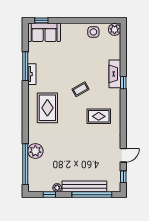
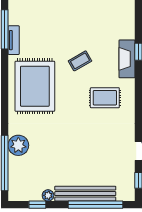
fireplace: (115, 74) -> (127, 59), moved
rug: (47, 108) -> (35, 86), width x1.37, depth x1.44

